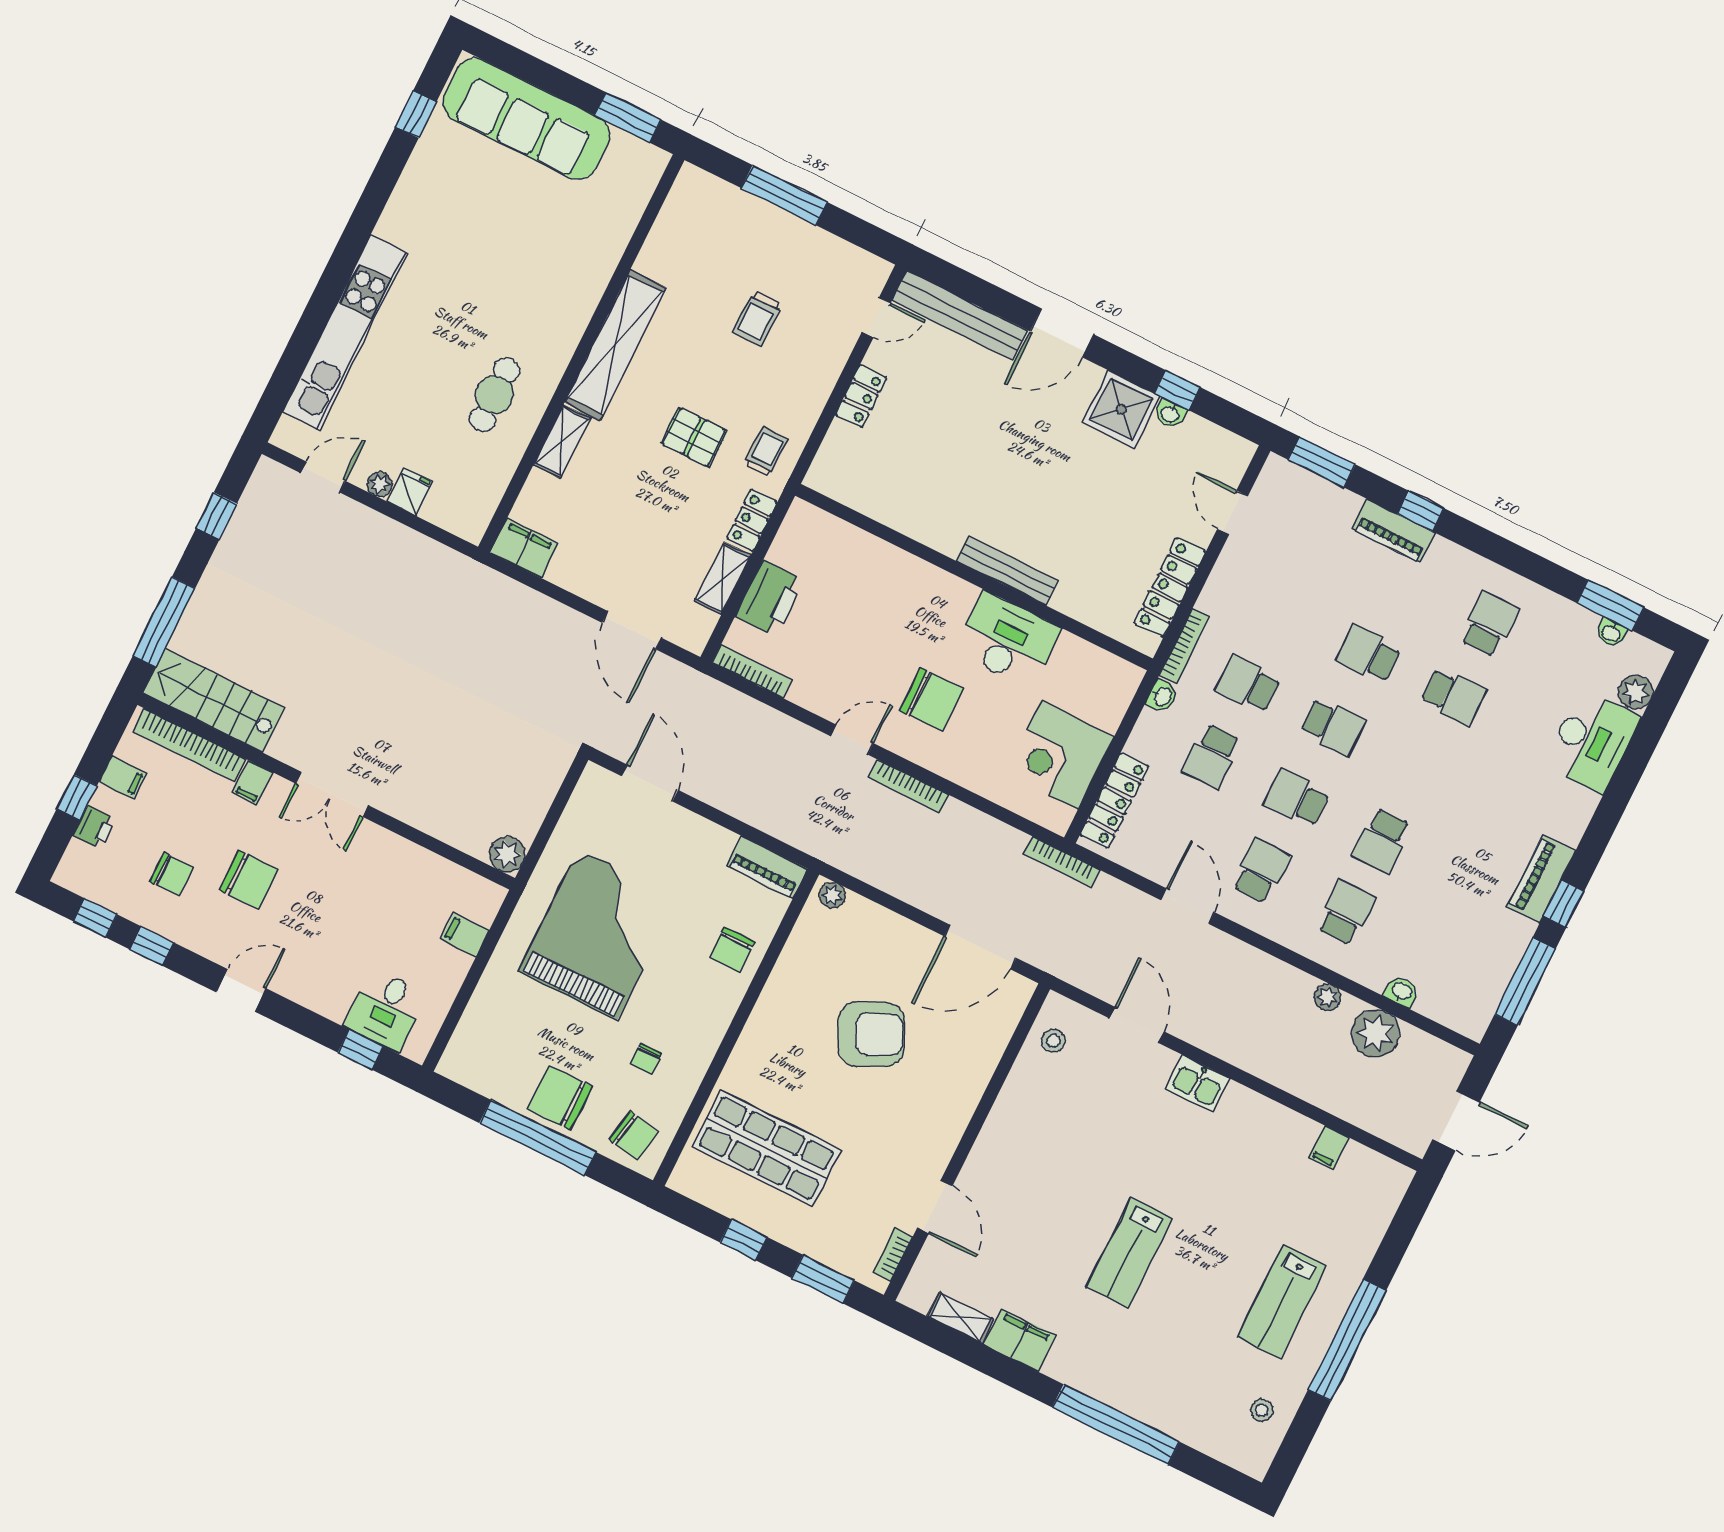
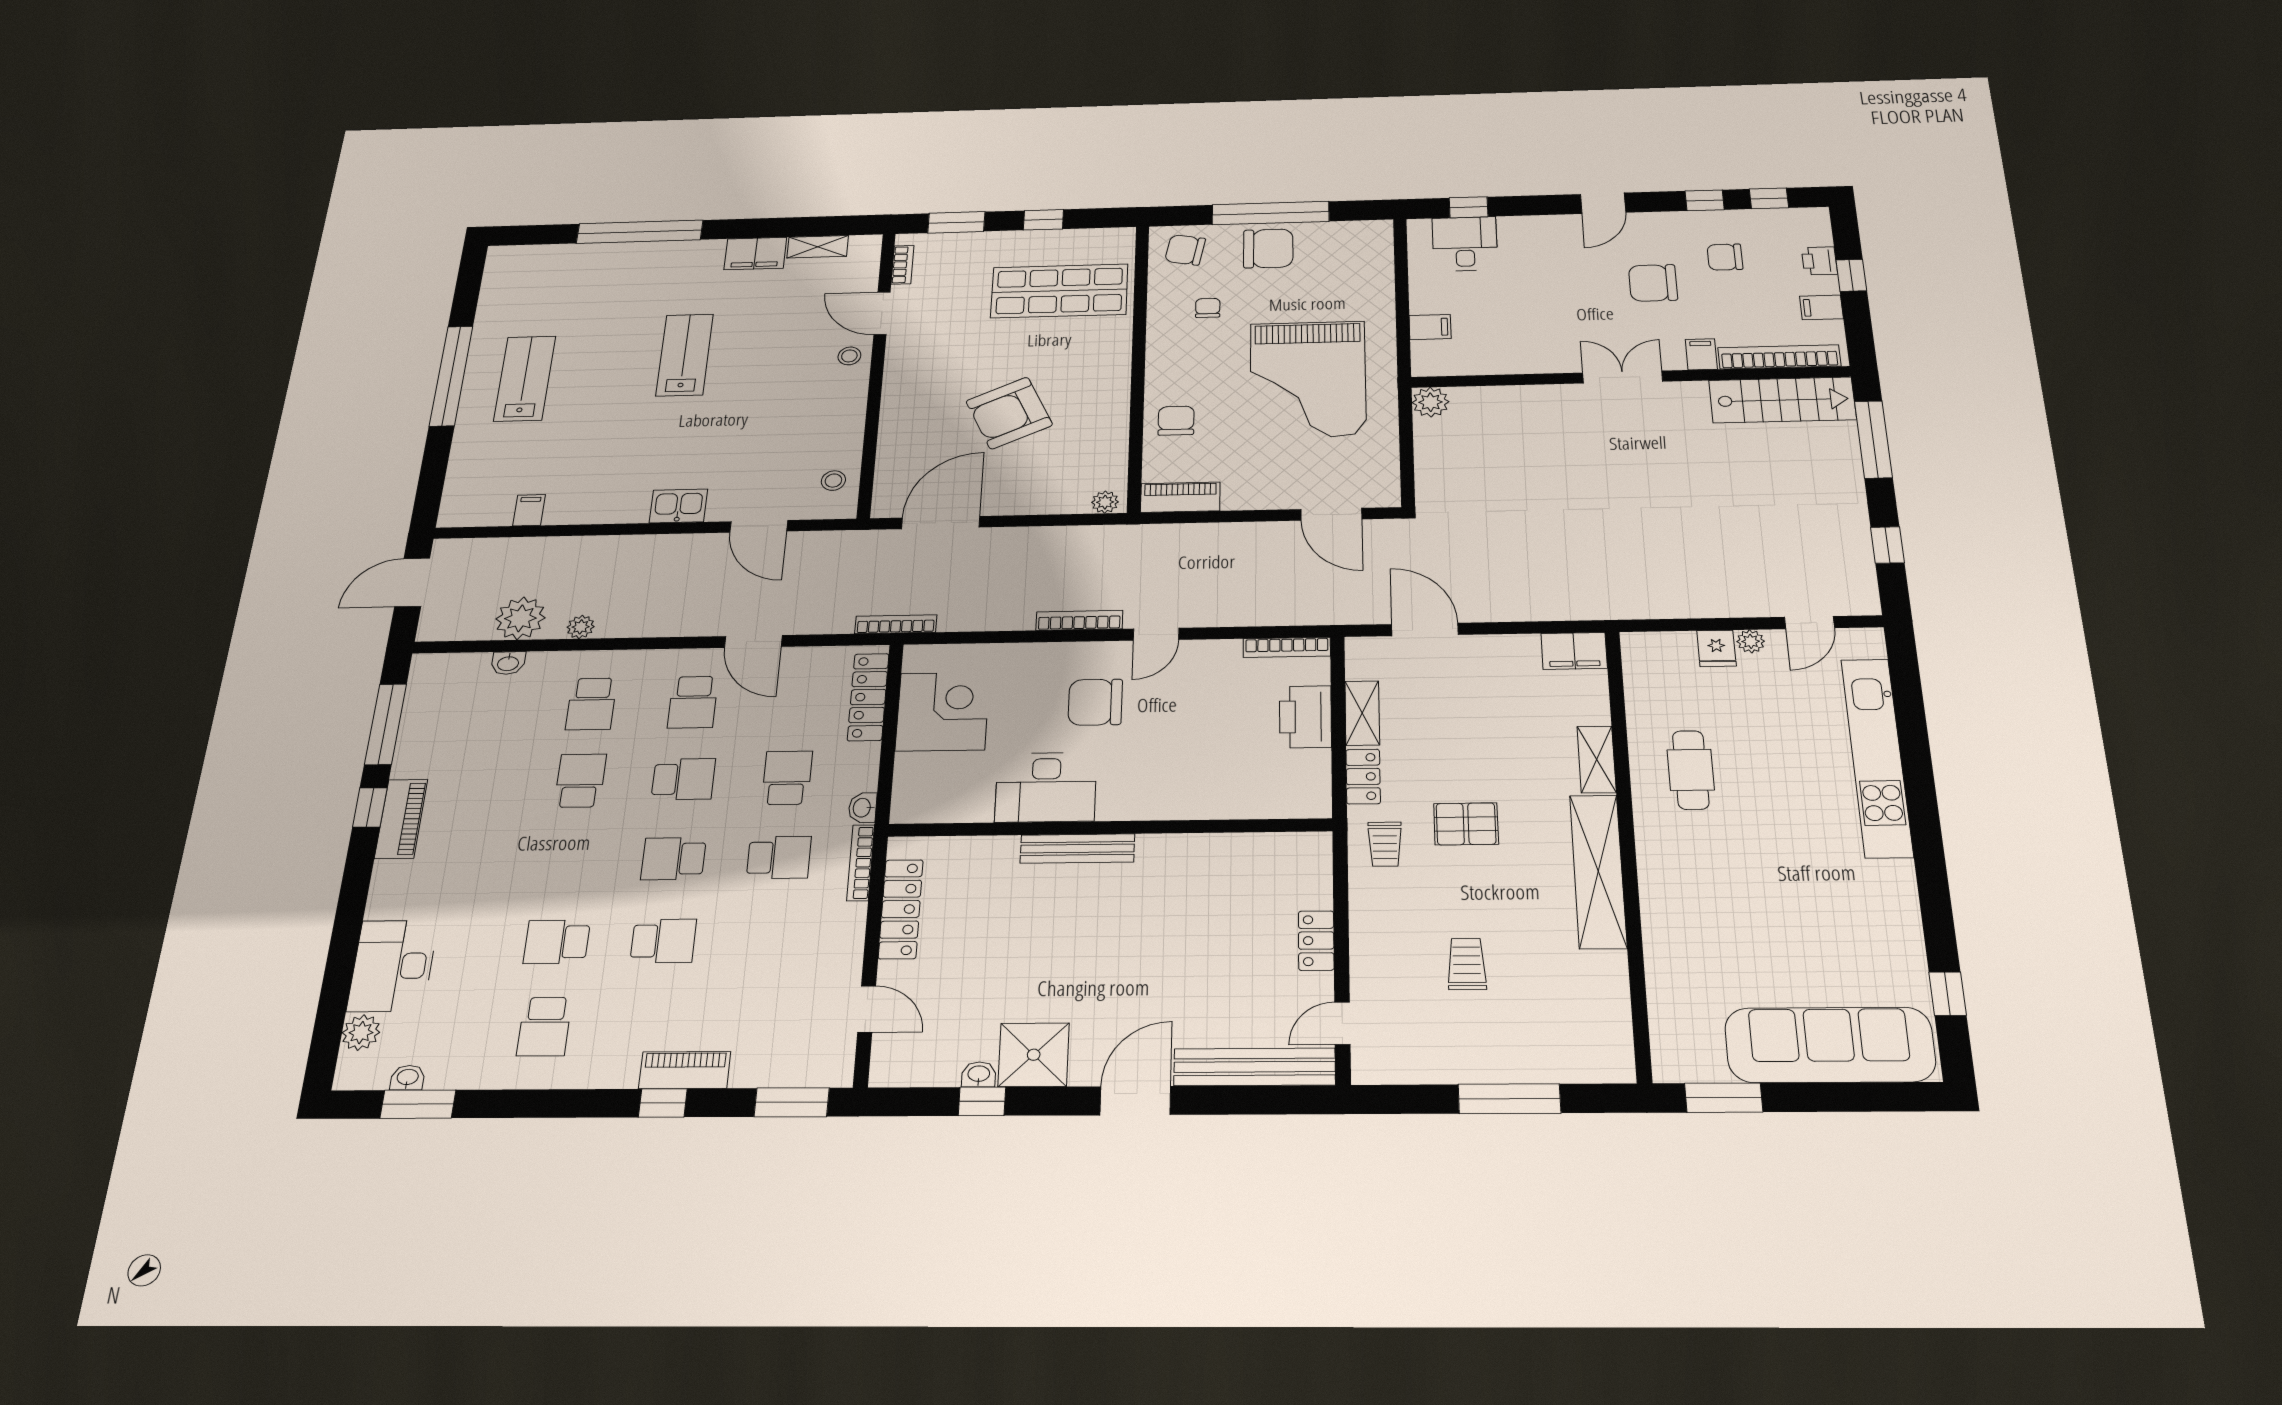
stool: (1262, 1410) -> (849, 356), moved

